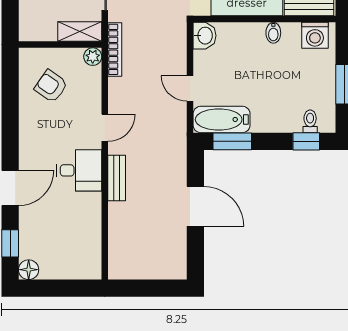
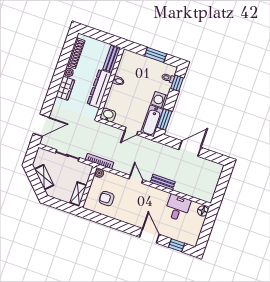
shelving: (80, 32) -> (78, 194), moved
washing machine: (315, 35) -> (159, 100), moved, turned 180
armchair: (51, 86) -> (107, 199), turned 54
desk: (79, 170) -> (178, 208), moved
floor lamp: (29, 270) -> (203, 211), moved

